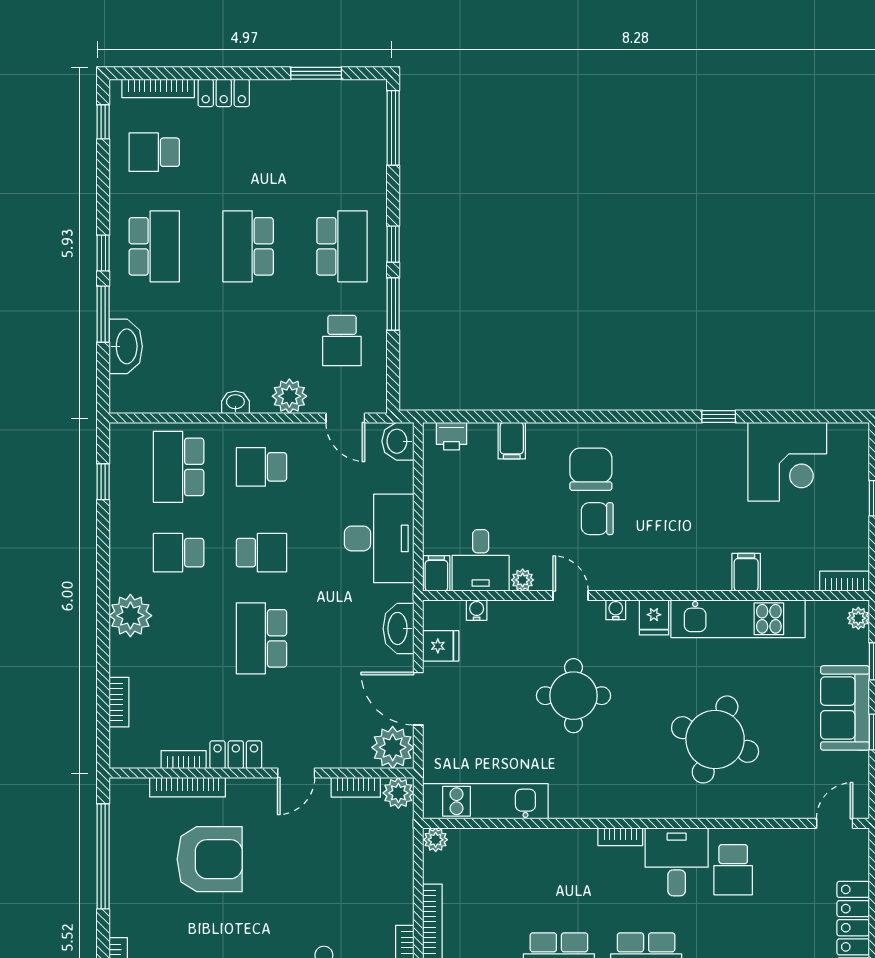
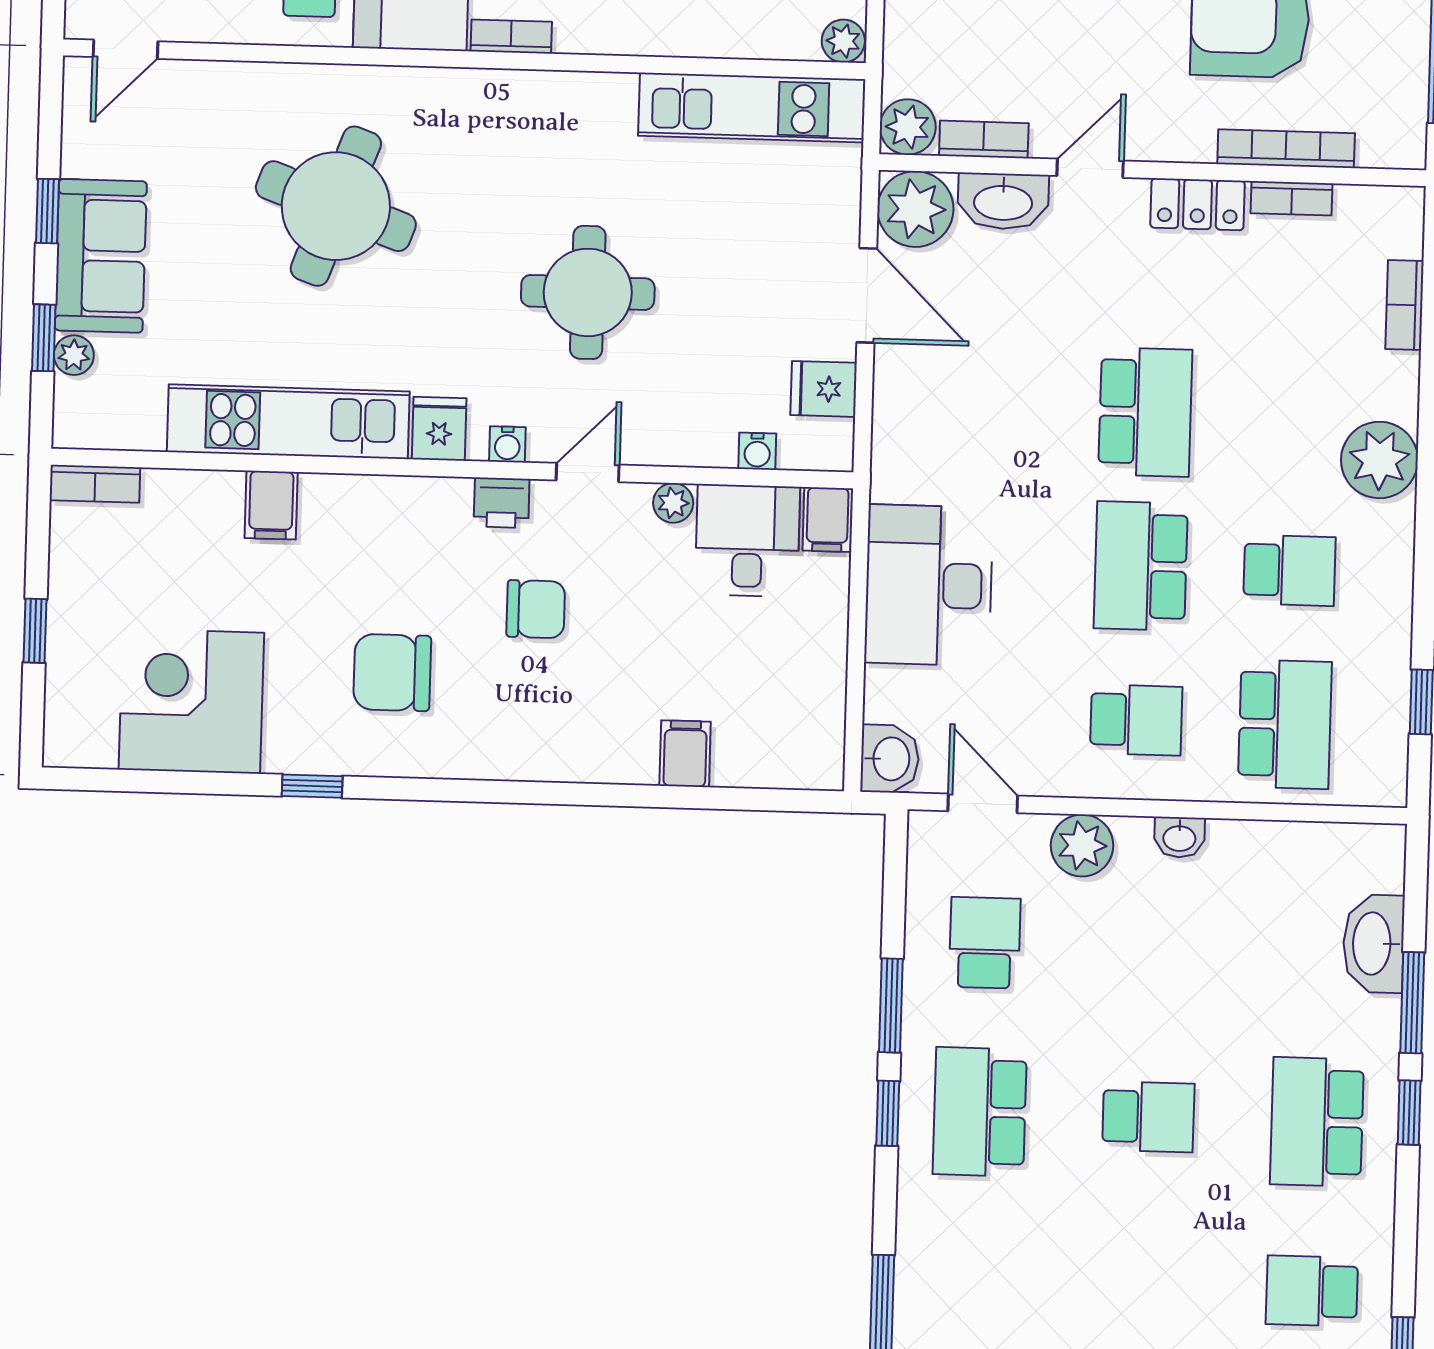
school desk: (154, 152) -> (1312, 1291), turned 180
school desk: (248, 246) -> (1148, 1117), width x0.54
printer: (452, 436) -> (502, 503), moved, turned 180
chair: (591, 469) -> (392, 672), moved, turned 90
school desk: (261, 553) -> (1141, 566), width x1.85
door: (571, 595) -> (588, 473), swing flipped
plant: (858, 618) -> (74, 355), moved
washbasin: (398, 628) -> (1003, 201), moved, turned 90

